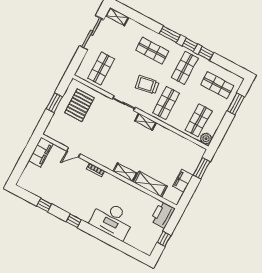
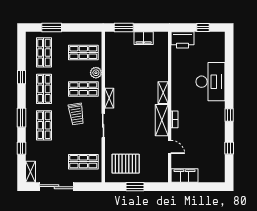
window: (190, 45) -> (21, 148), moved
shop shelf: (185, 68) -> (44, 89), turned 90
plant: (206, 139) -> (96, 73), moved
shelving: (150, 184) -> (162, 120), moved

